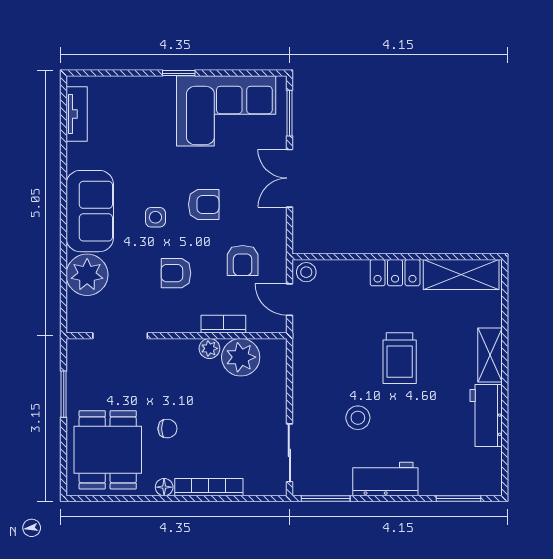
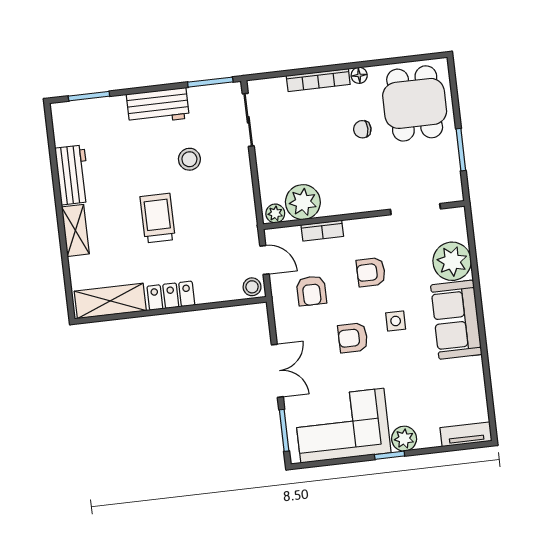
plant: (161, 89) -> (404, 439), added
tv unit: (77, 114) -> (466, 434), moved, turned 90
armchair: (243, 260) -> (311, 291), turned 180
armchair: (176, 273) -> (371, 272), turned 180
plant: (209, 348) -> (275, 213), moved

